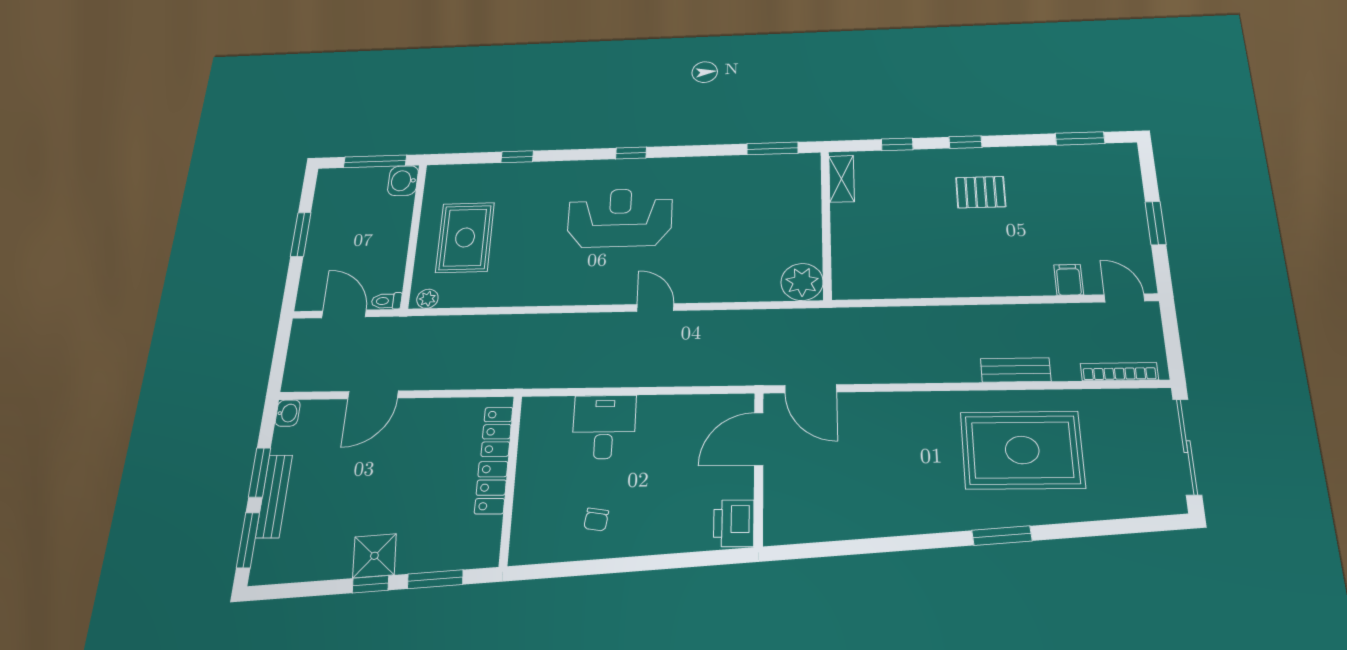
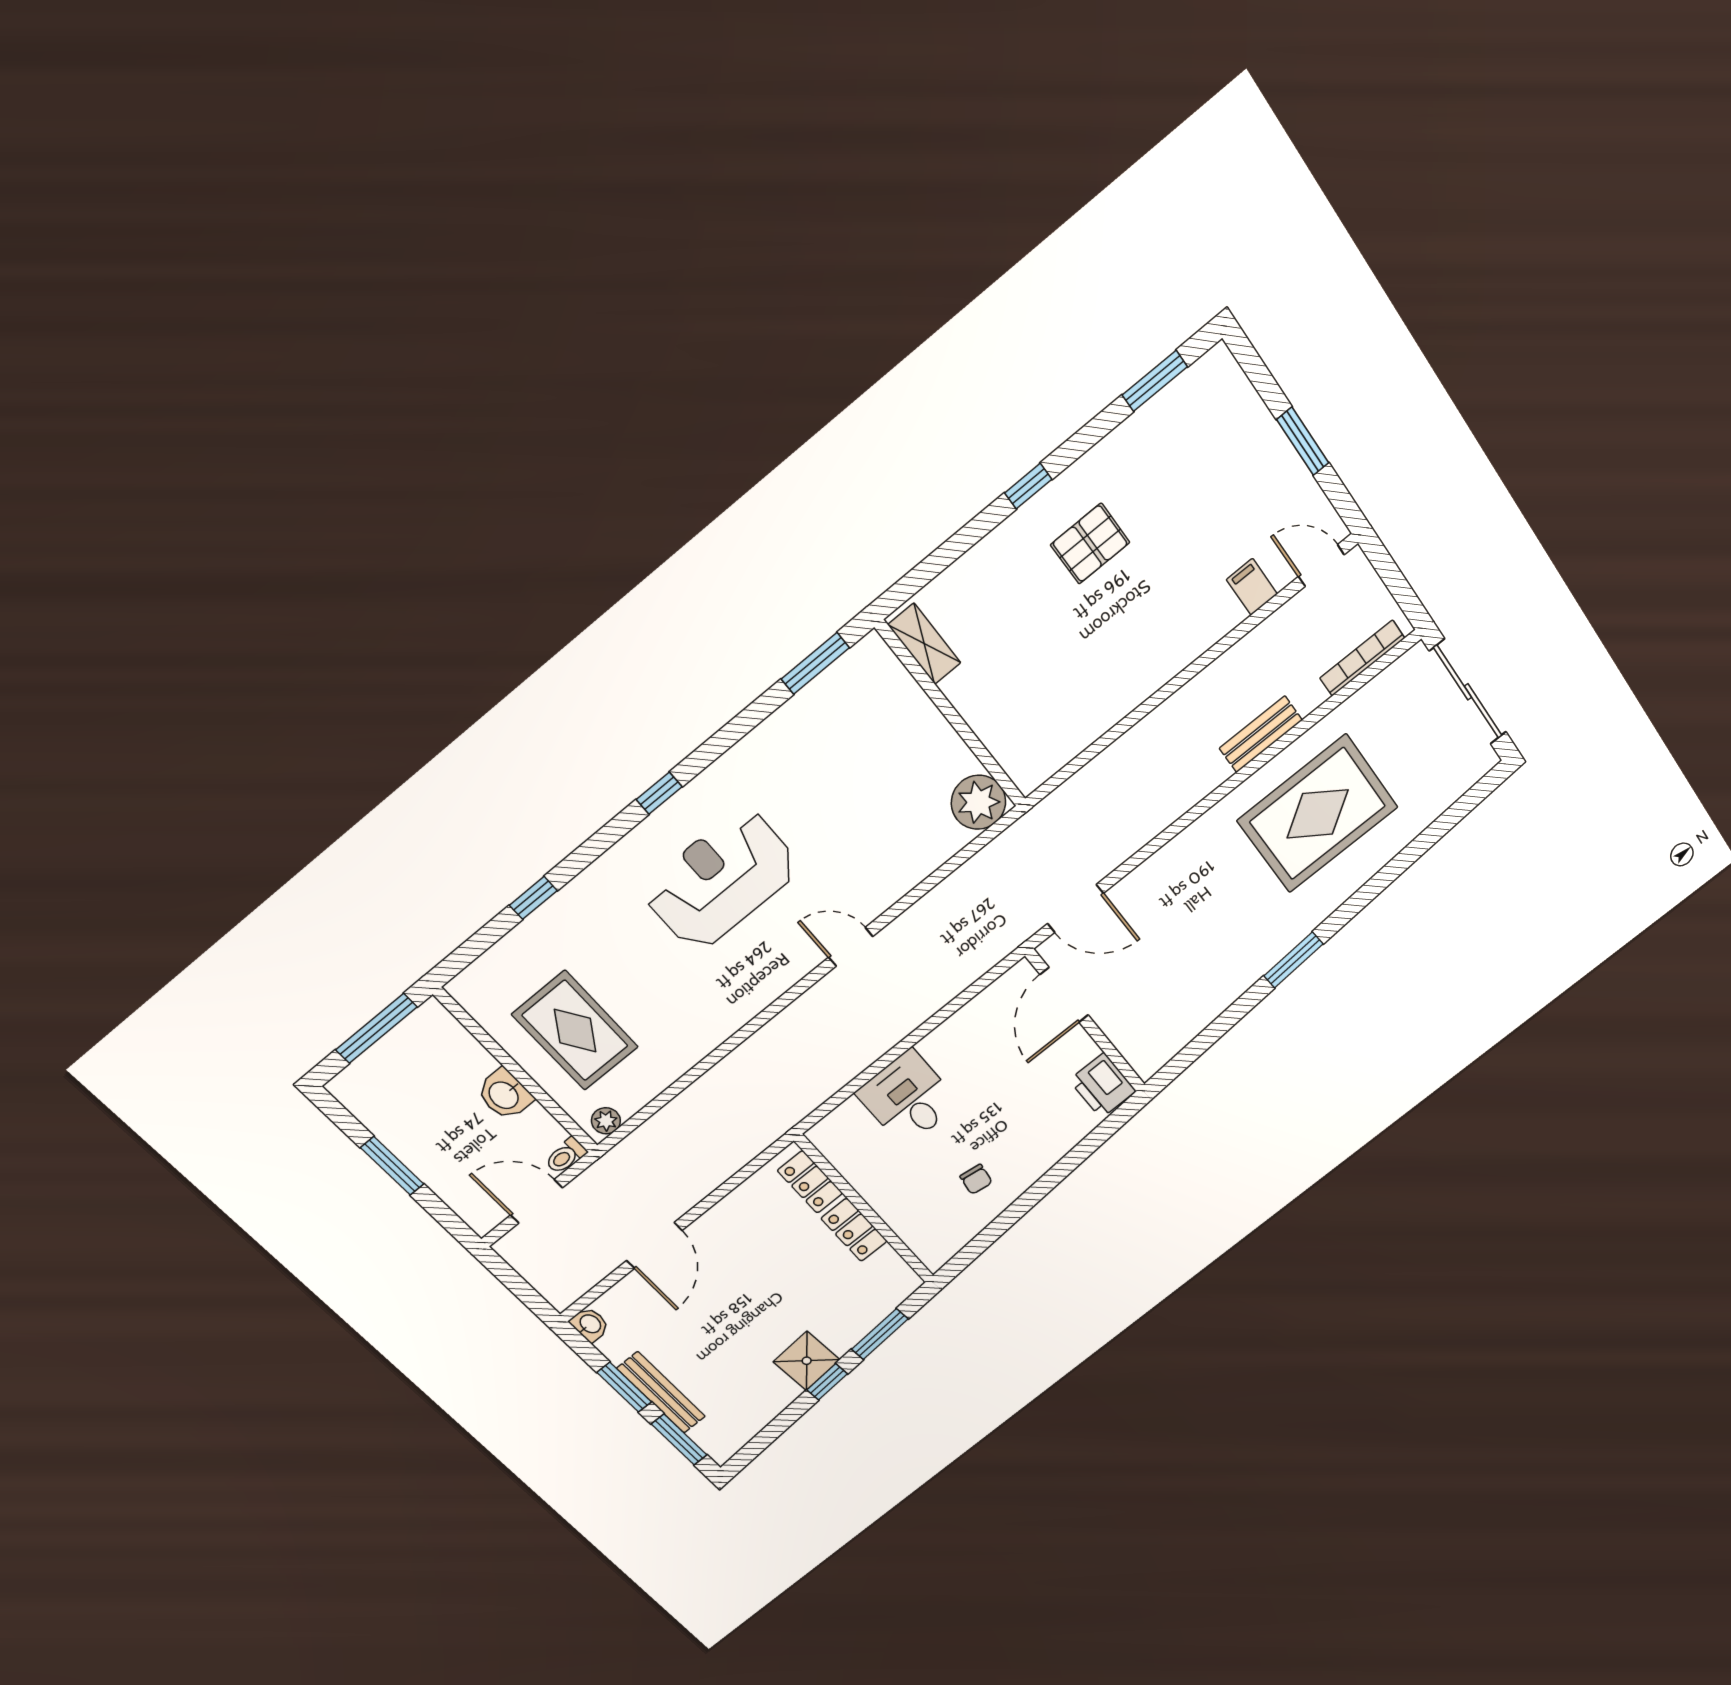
window: (897, 144) -> (953, 549), removed
washbasin: (403, 181) -> (504, 1095), moved
window: (1002, 536) -> (1293, 960), moved

